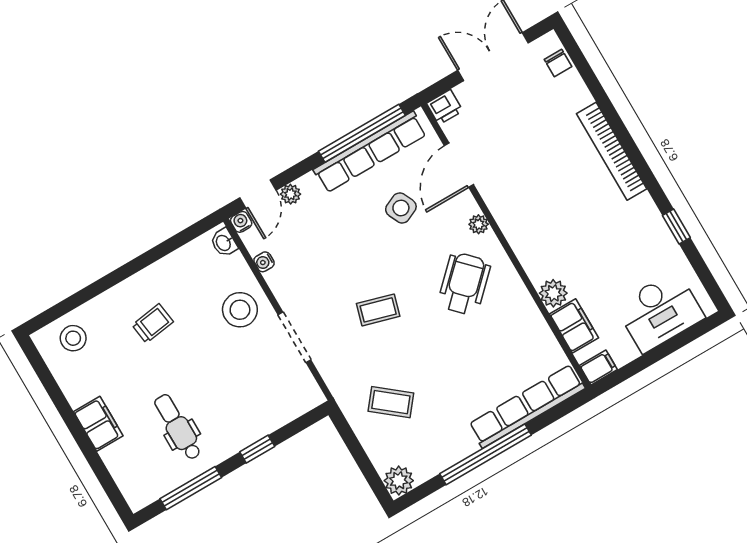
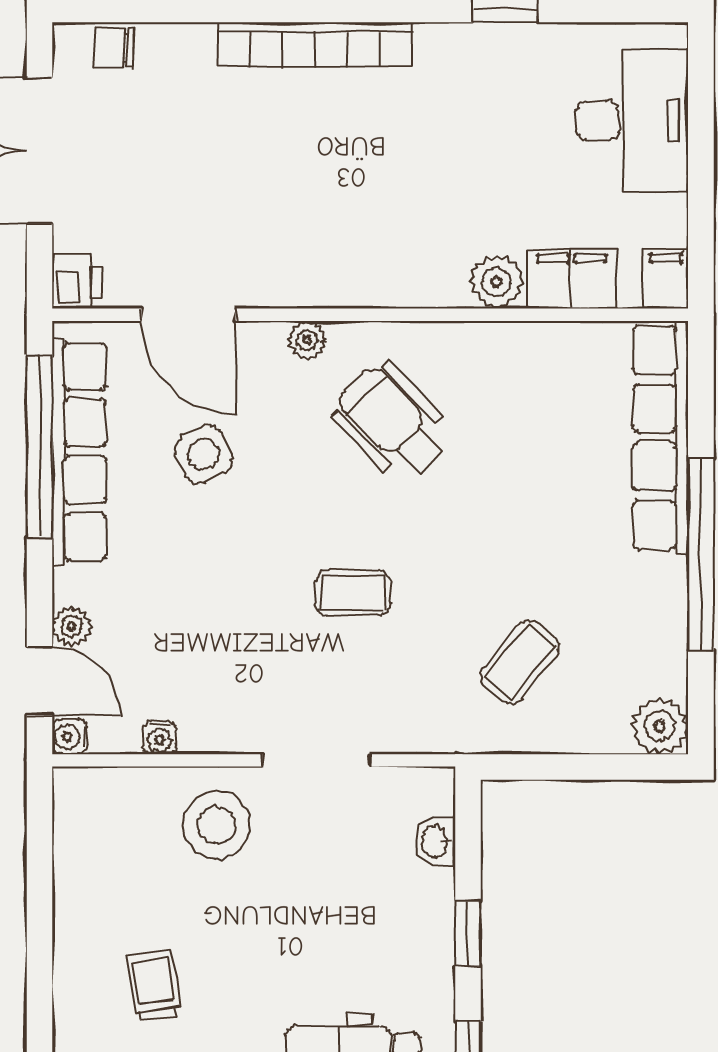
chair: (558, 63) -> (114, 48), turned 180
washbasin: (224, 243) -> (435, 841), moved, turned 90
coffee table: (378, 310) -> (353, 593), turned 74

